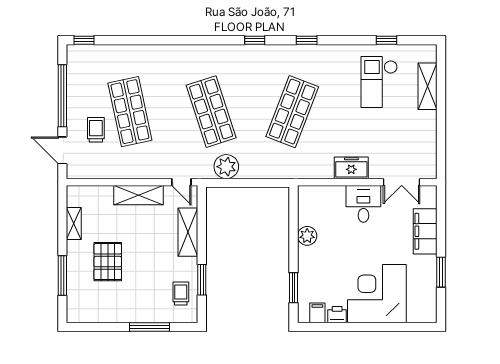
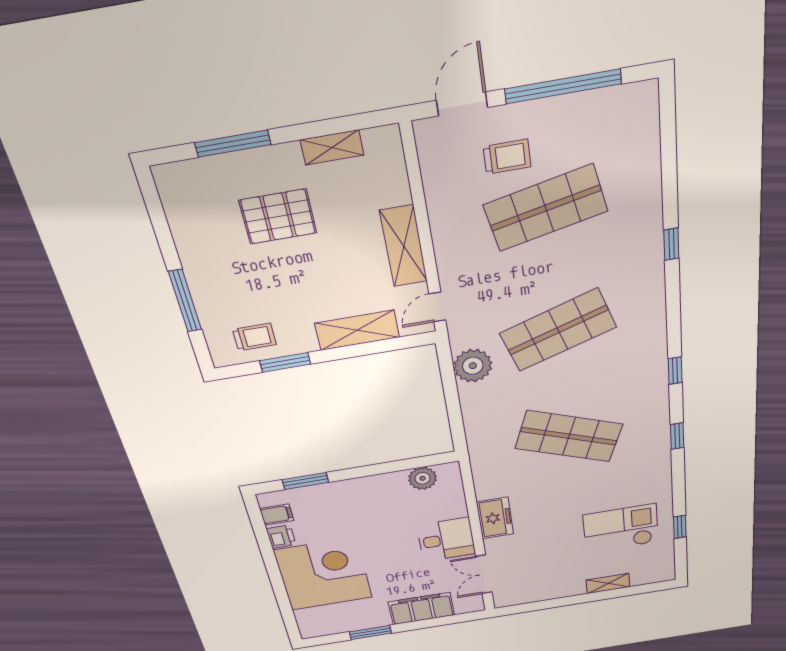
window: (84, 40) -> (671, 244), moved
shelving: (428, 86) -> (608, 583), width x0.67, depth x0.75
plant: (307, 236) -> (423, 478), moved

